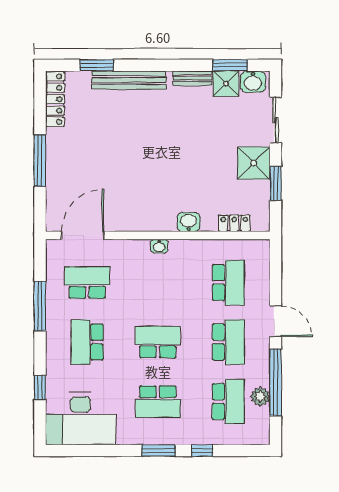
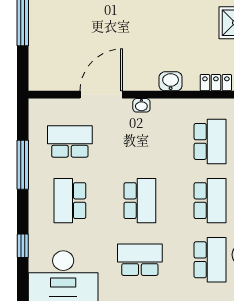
door: (83, 235) -> (101, 95), moved
school desk: (158, 342) -> (140, 201), turned 90
school desk: (158, 402) -> (140, 260), turned 180

